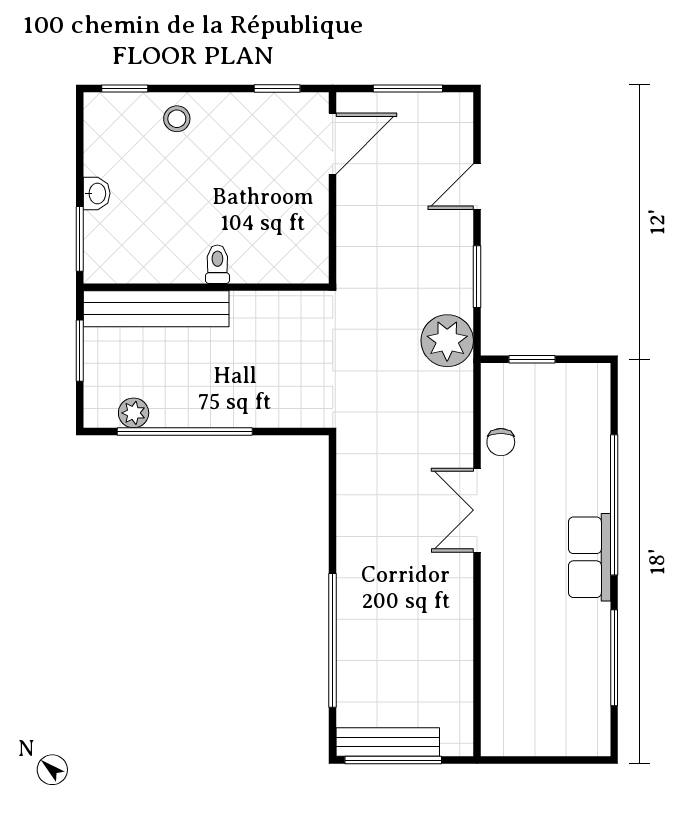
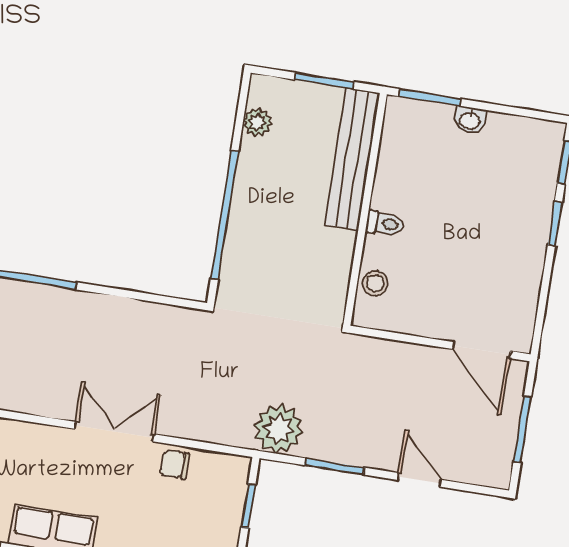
window: (277, 89) -> (555, 223), moved
stool: (177, 119) -> (375, 283), moved
window: (185, 432) -> (225, 215), moved

